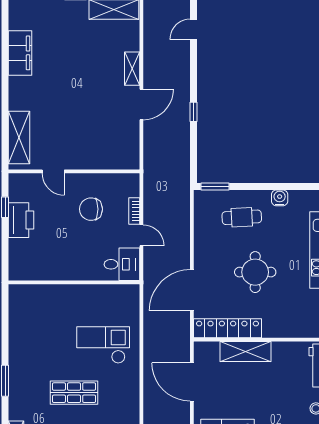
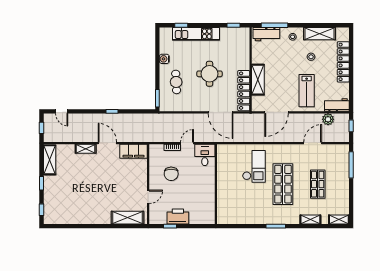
filing cabinet: (20, 53) -> (133, 151), moved, turned 180
checkout: (103, 345) -> (254, 166), turned 180
shop shelf: (74, 393) -> (283, 184), width x1.43, depth x1.36

